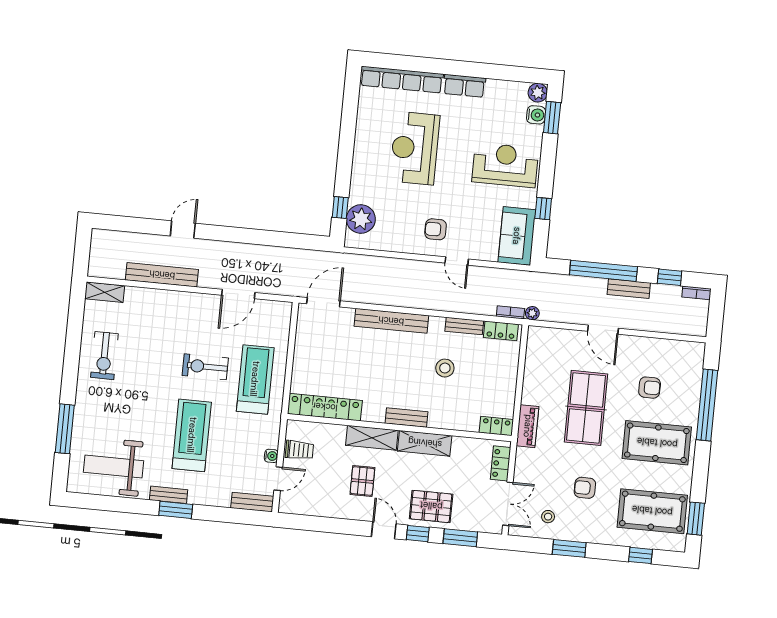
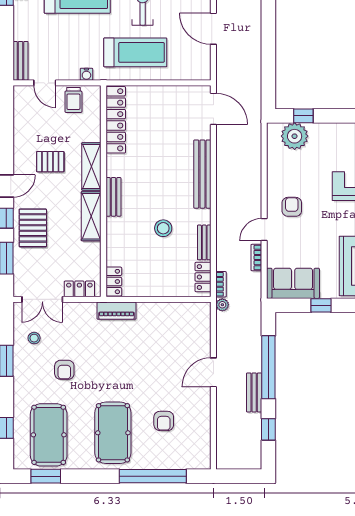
bookcase: (696, 293) -> (256, 258), moved
table tennis table: (586, 408) -> (139, 364), removed
water cooler: (271, 456) -> (86, 74), moved
armchair: (585, 488) -> (64, 370), turned 180

